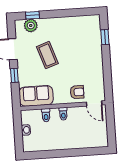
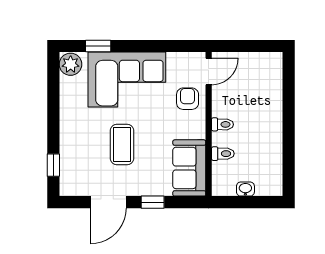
plant: (31, 26) -> (71, 64), moved
coffee table: (47, 55) -> (122, 145), turned -71
corner sofa: (86, 55) -> (127, 80), added

